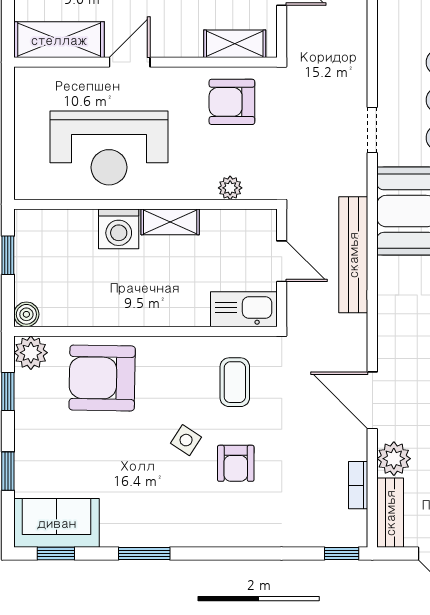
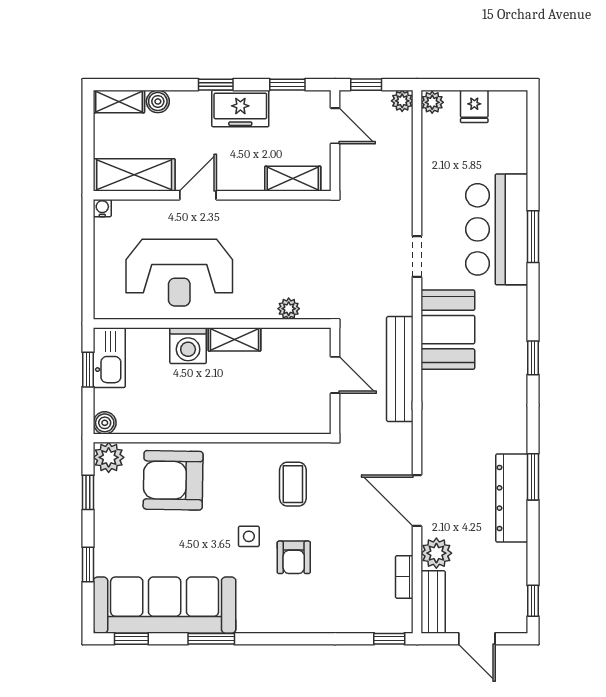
water cooler: (24, 76) -> (102, 208), added
armchair: (232, 102) -> (290, 231), removed
kitchen sink: (244, 309) -> (109, 358), moved, turned 90
side table: (186, 440) -> (249, 536), turned -33
sofa: (57, 523) -> (165, 605), width x1.85, depth x1.27

